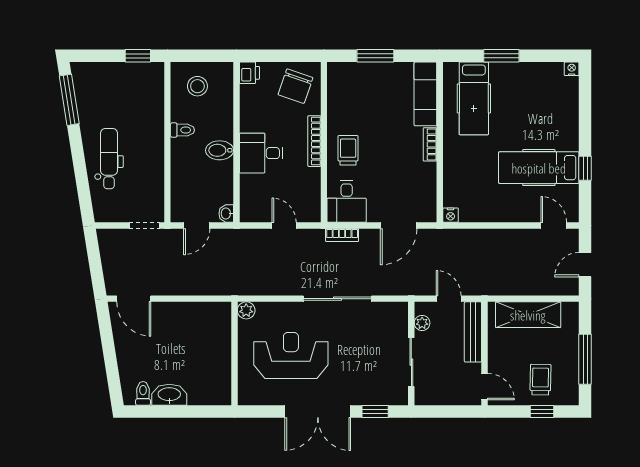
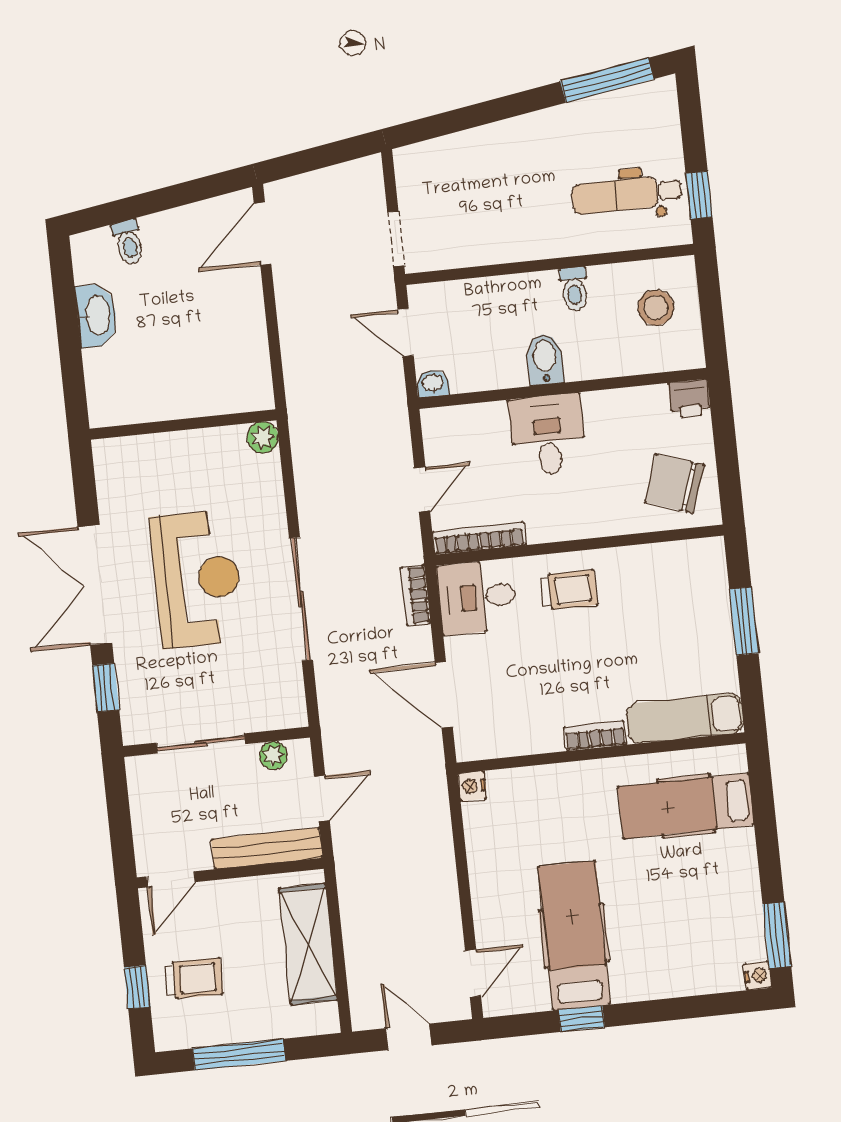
window: (501, 56) -> (777, 935), moved
bookcase: (314, 141) -> (479, 538), moved
dental chair: (109, 159) -> (627, 195), moved, turned 180
reception desk: (291, 355) -> (197, 579), moved
toilet: (143, 393) -> (129, 242), moved, turned 81

